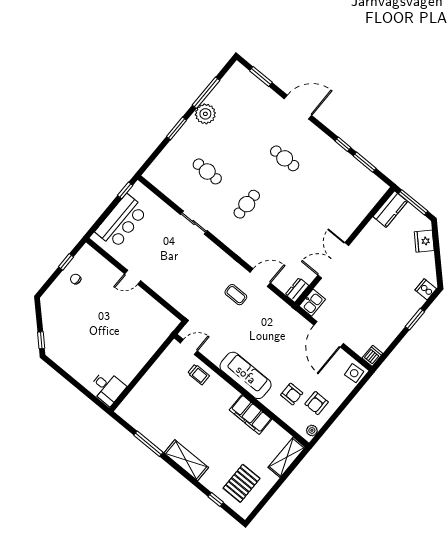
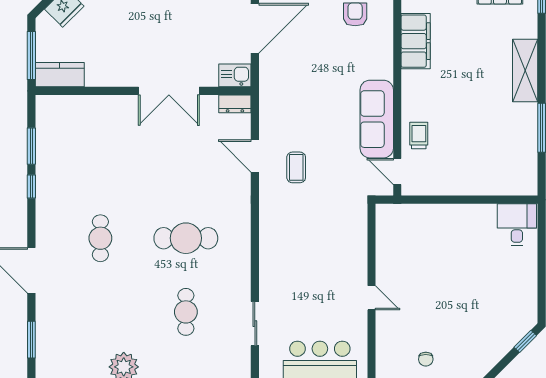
cafe table: (247, 204) -> (186, 238), width x1.37, depth x1.35
sliding door: (194, 222) -> (255, 324), moved
sofa: (246, 375) -> (377, 119), moved

